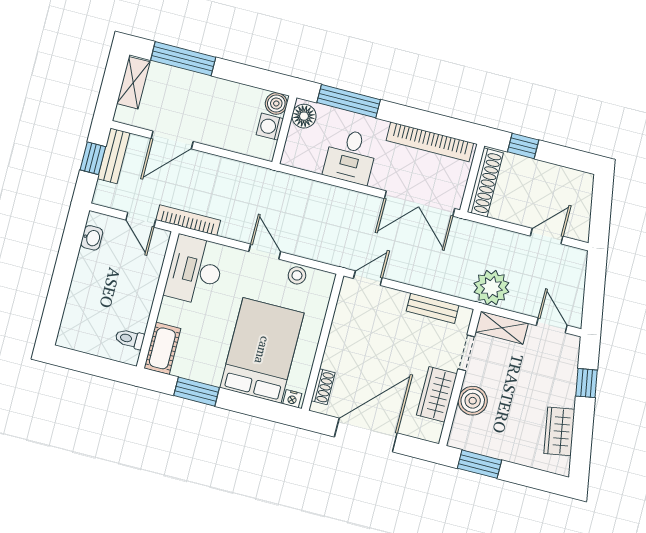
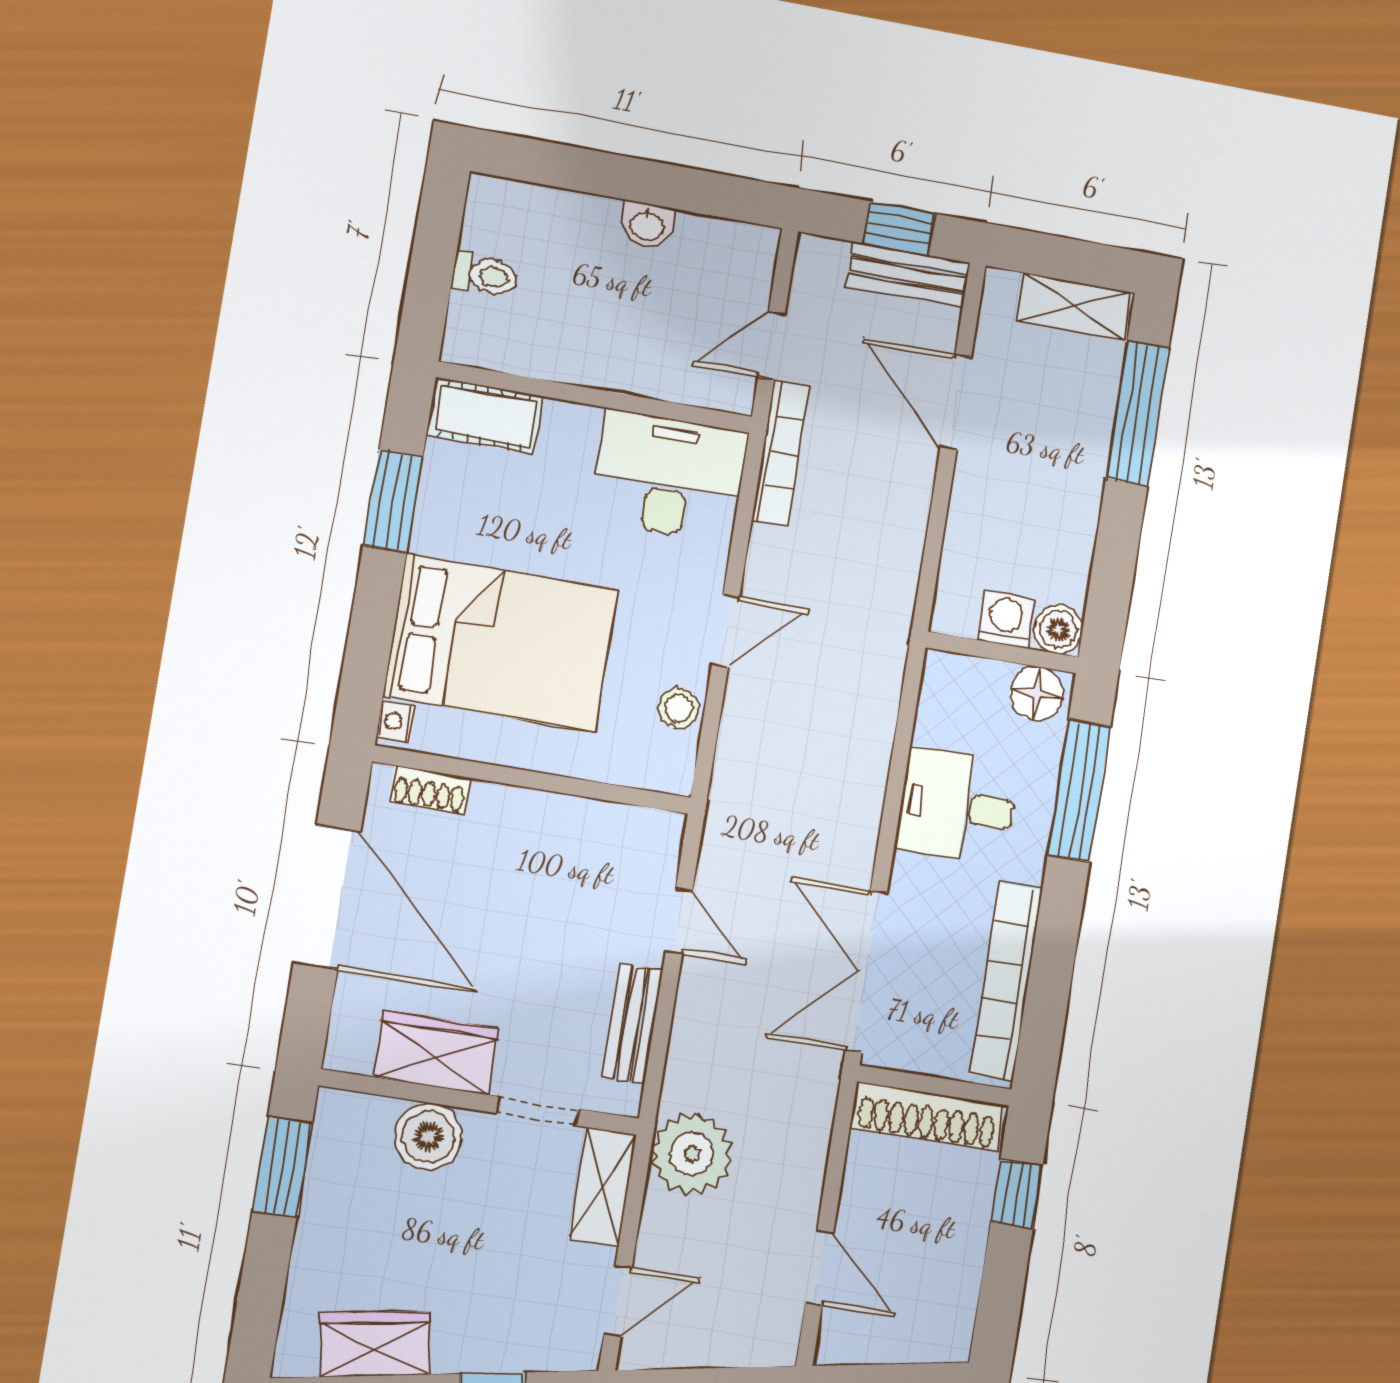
washbasin: (92, 238) -> (647, 225), moved
door: (368, 278) -> (679, 921), moved
toilet: (130, 339) -> (485, 275), moved, turned 90

